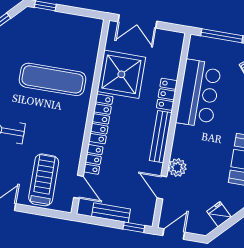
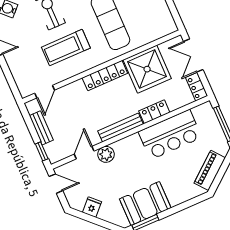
locker: (93, 159) -> (197, 87), moved, turned 90
treadmill: (44, 180) -> (66, 48), moved, turned 180

